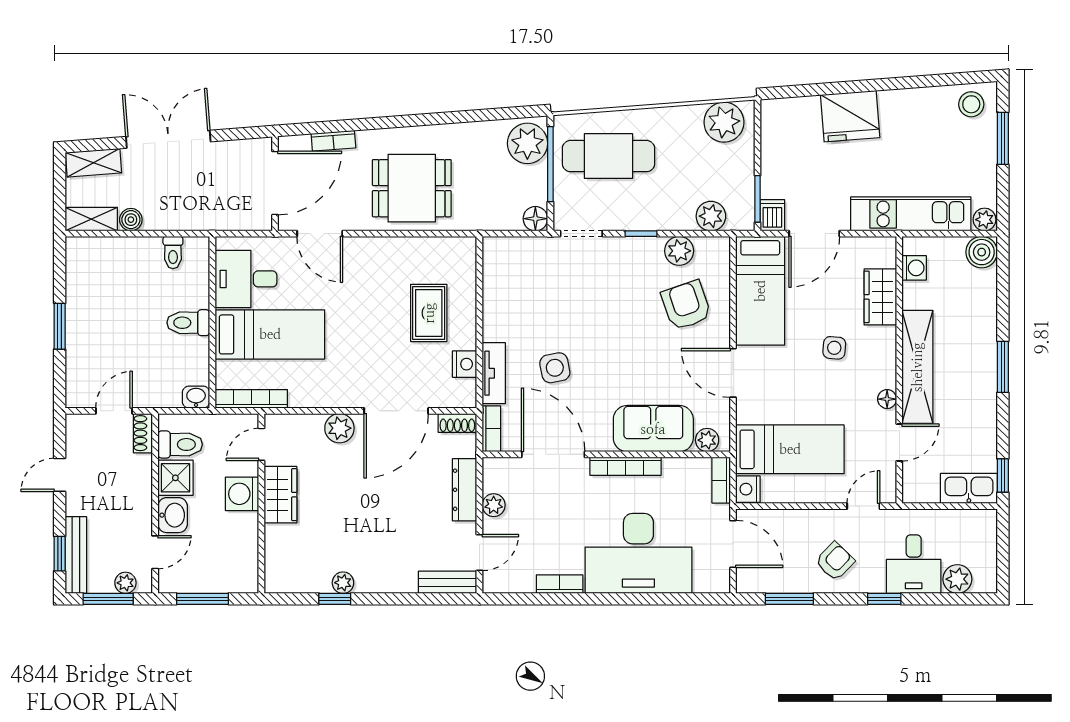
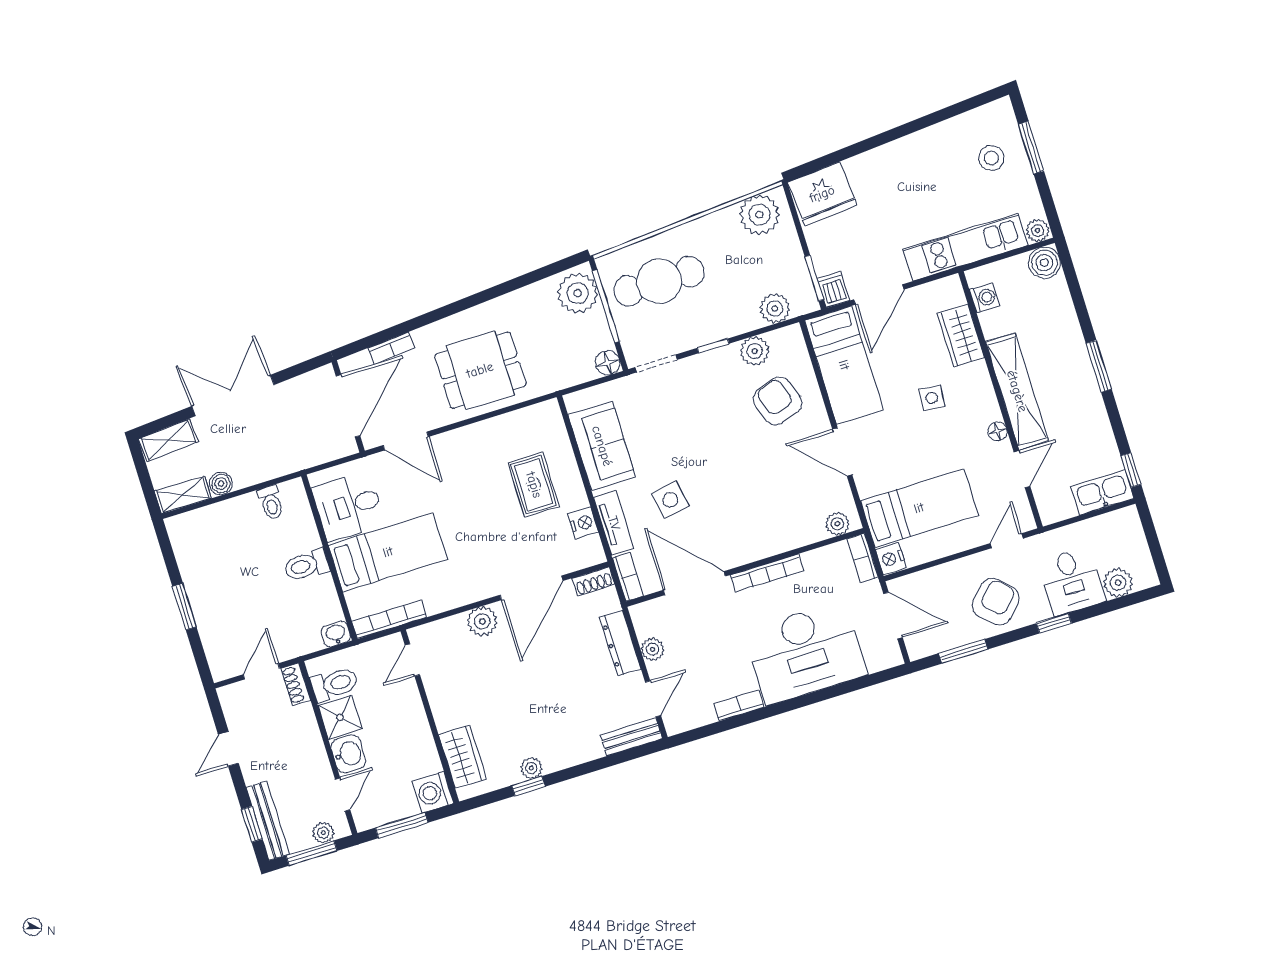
stool: (971, 104) -> (991, 158), moved
fridge: (850, 116) -> (822, 194), moved
sofa: (653, 429) -> (602, 446), moved, turned 90
washing machine: (242, 494) -> (433, 792), moved
wardrobe: (280, 495) -> (462, 757), moved
armchair: (835, 561) -> (996, 602), width x1.38, depth x1.38

